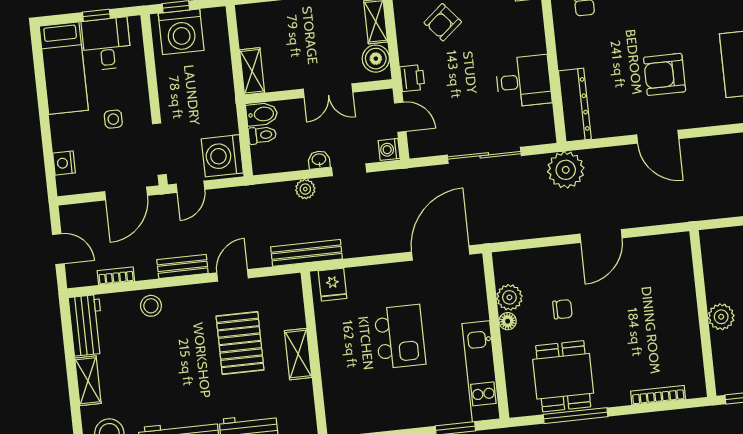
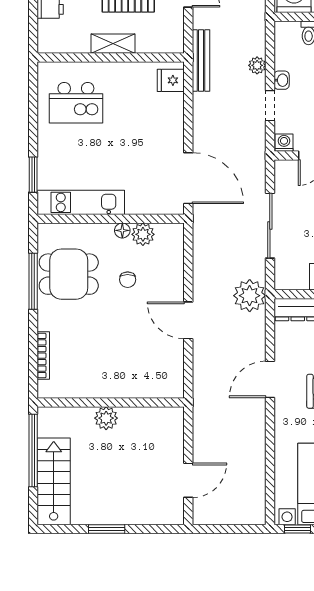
kitchen island: (400, 337) -> (76, 103), moved

